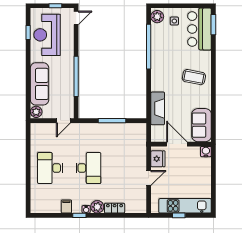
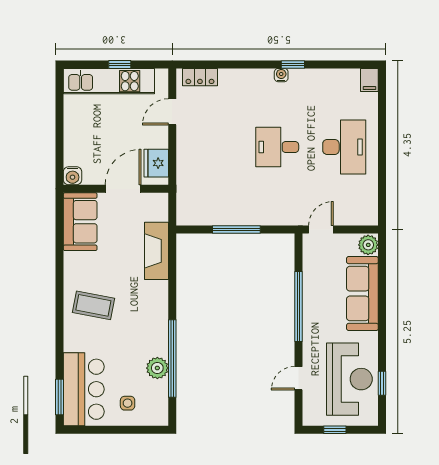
plant: (157, 17) -> (157, 368), moved
door: (76, 18) -> (299, 378), moved
door: (177, 144) -> (123, 189), swing flipped
desk: (88, 168) -> (277, 147), width x0.73
door: (149, 178) -> (172, 112), moved
filing cabinet: (66, 206) -> (369, 80), moved
plant: (97, 207) -> (262, 79), removed
locker: (115, 208) -> (200, 77), moved

